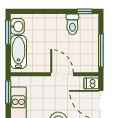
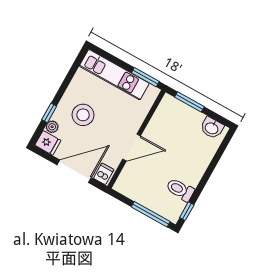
window: (8, 32) -> (189, 102), moved
window: (101, 50) -> (151, 214), moved
bathtub: (18, 52) -> (183, 113), removed

